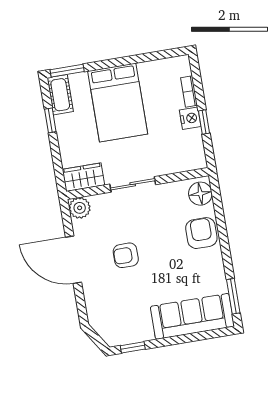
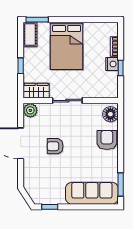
window: (50, 120) -> (21, 66), moved

